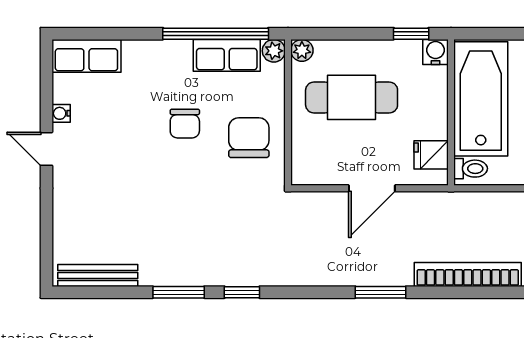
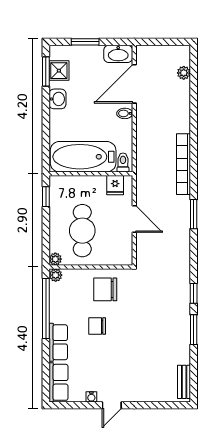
water cooler: (436, 52) -> (56, 183), removed
row of seats: (227, 55) -> (58, 342), moved
chair: (185, 124) -> (97, 326), turned 180
bench: (98, 275) -> (184, 382), width x0.73

